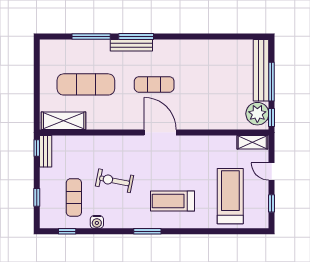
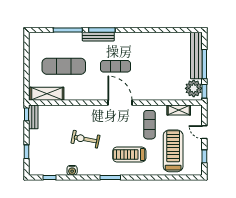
shelving: (252, 142) -> (179, 110), moved
exercise mat: (74, 197) -> (150, 125), moved

